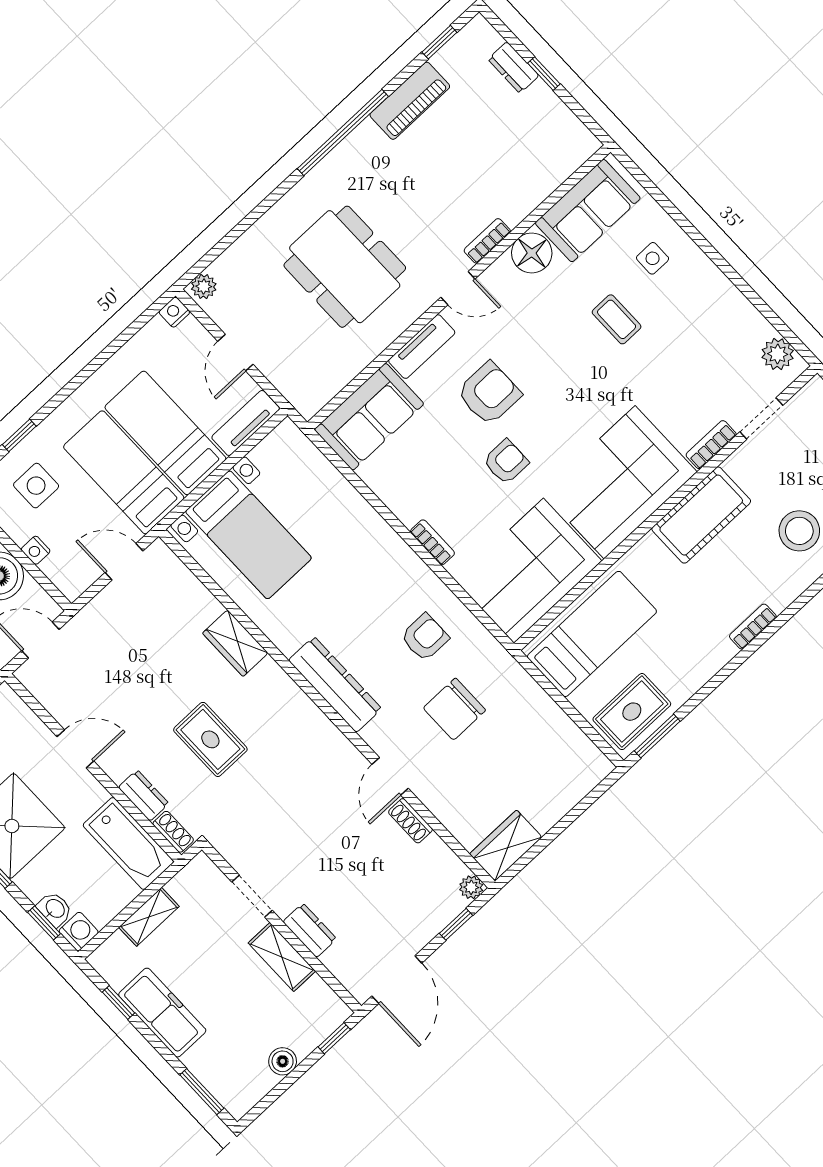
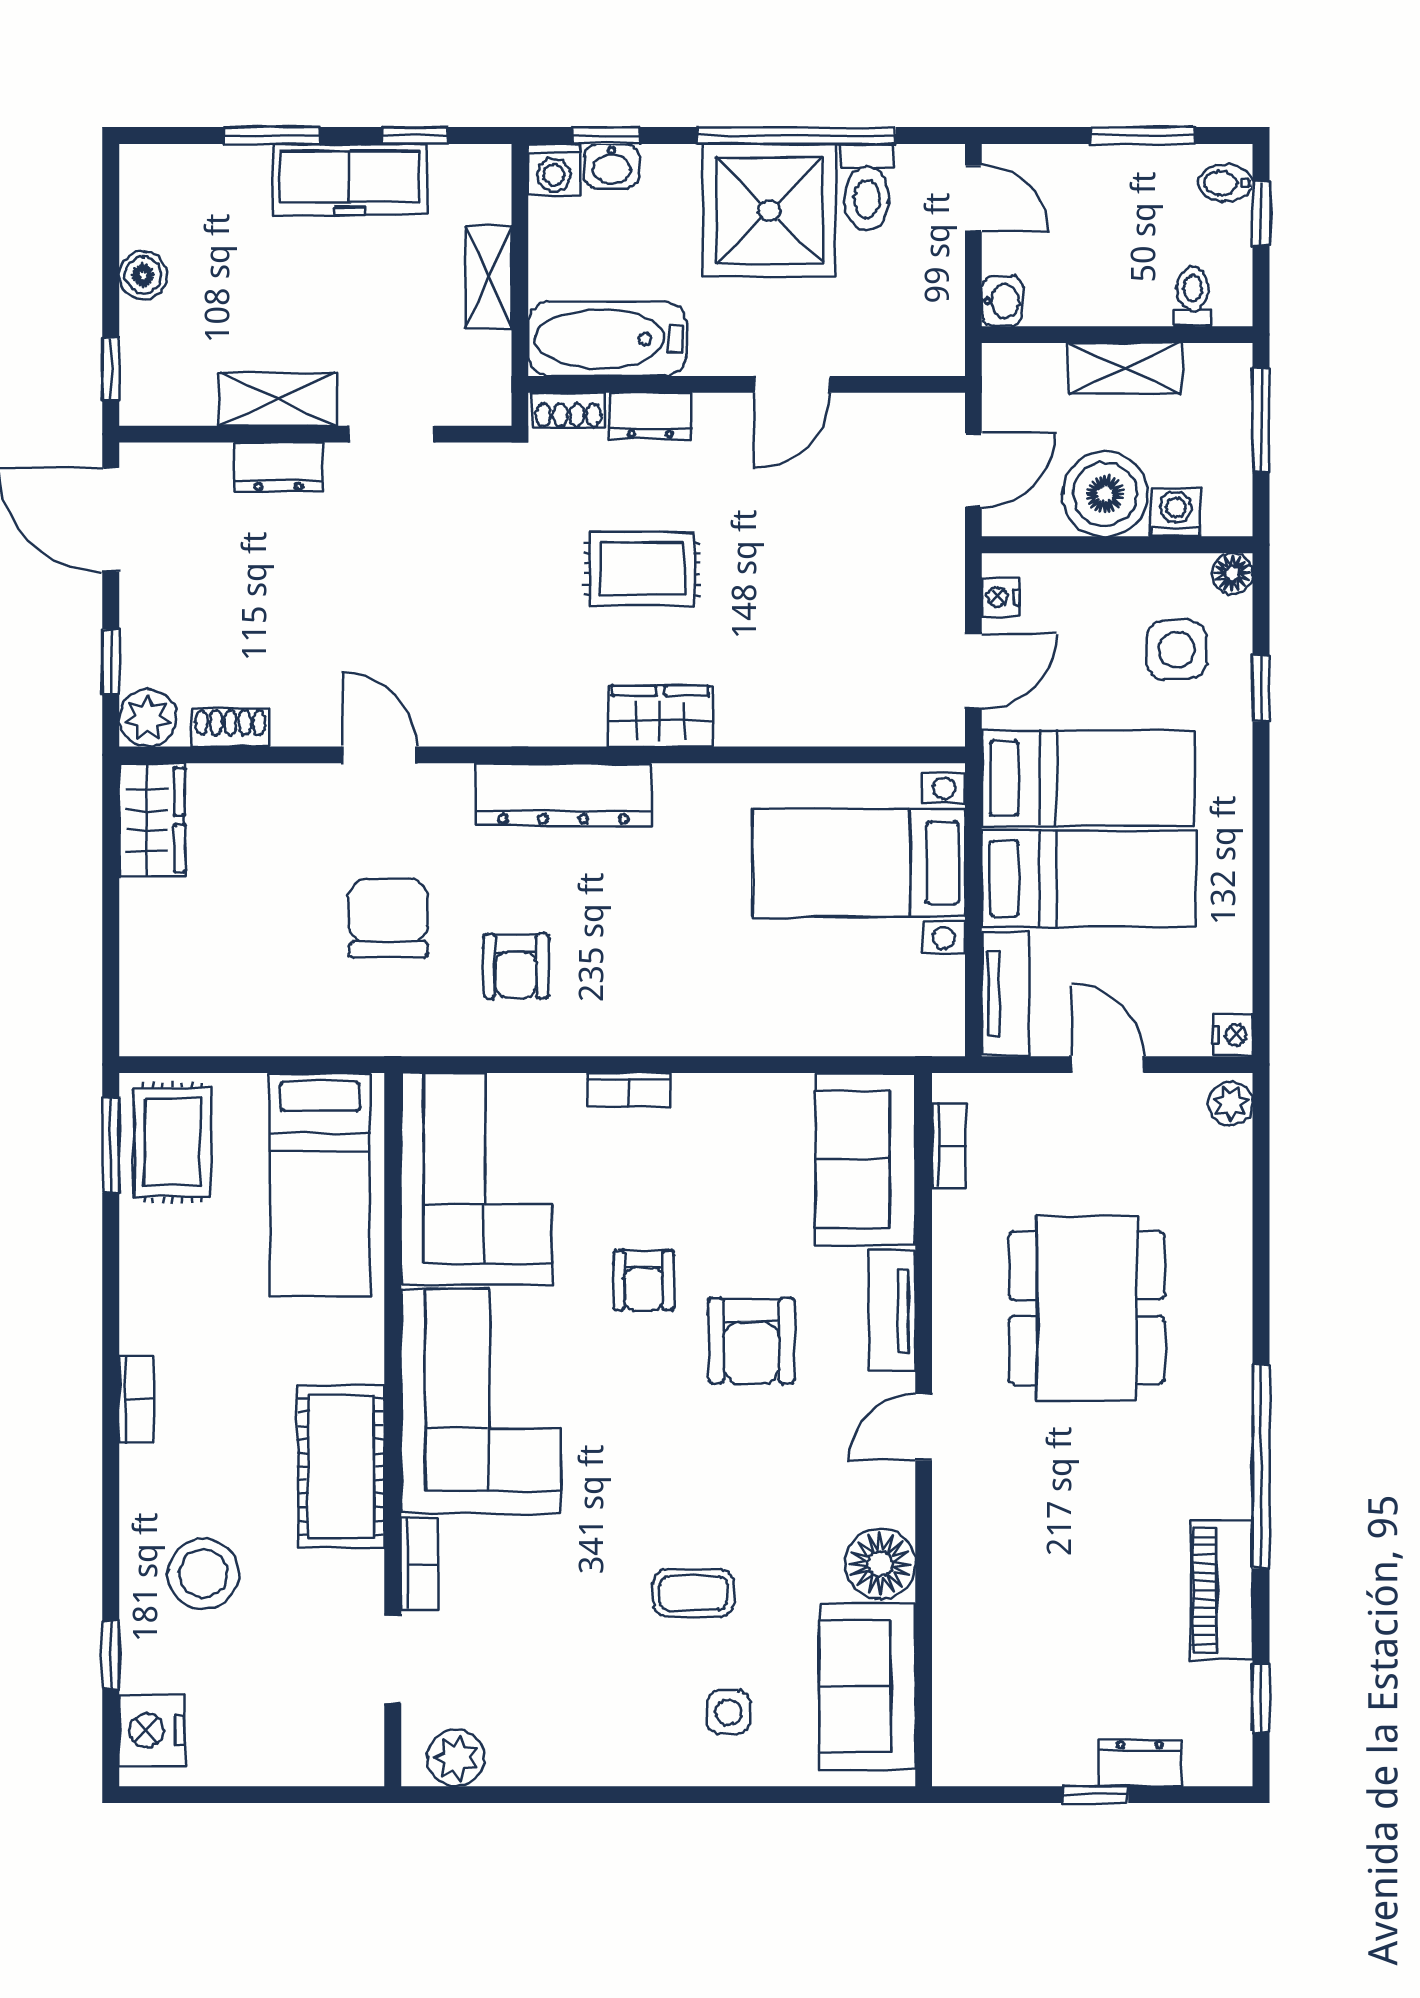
bookcase: (487, 241) -> (949, 1146), moved
dining table: (345, 267) -> (1087, 1308), turned 90
nightstand: (36, 550) -> (1000, 597), moved, turned -90
wardrobe: (235, 643) -> (660, 716), moved
shoe rack: (410, 821) -> (230, 728), moved
plant: (471, 887) -> (148, 718), width x1.38, depth x1.38
window: (202, 1092) -> (272, 135), moved

